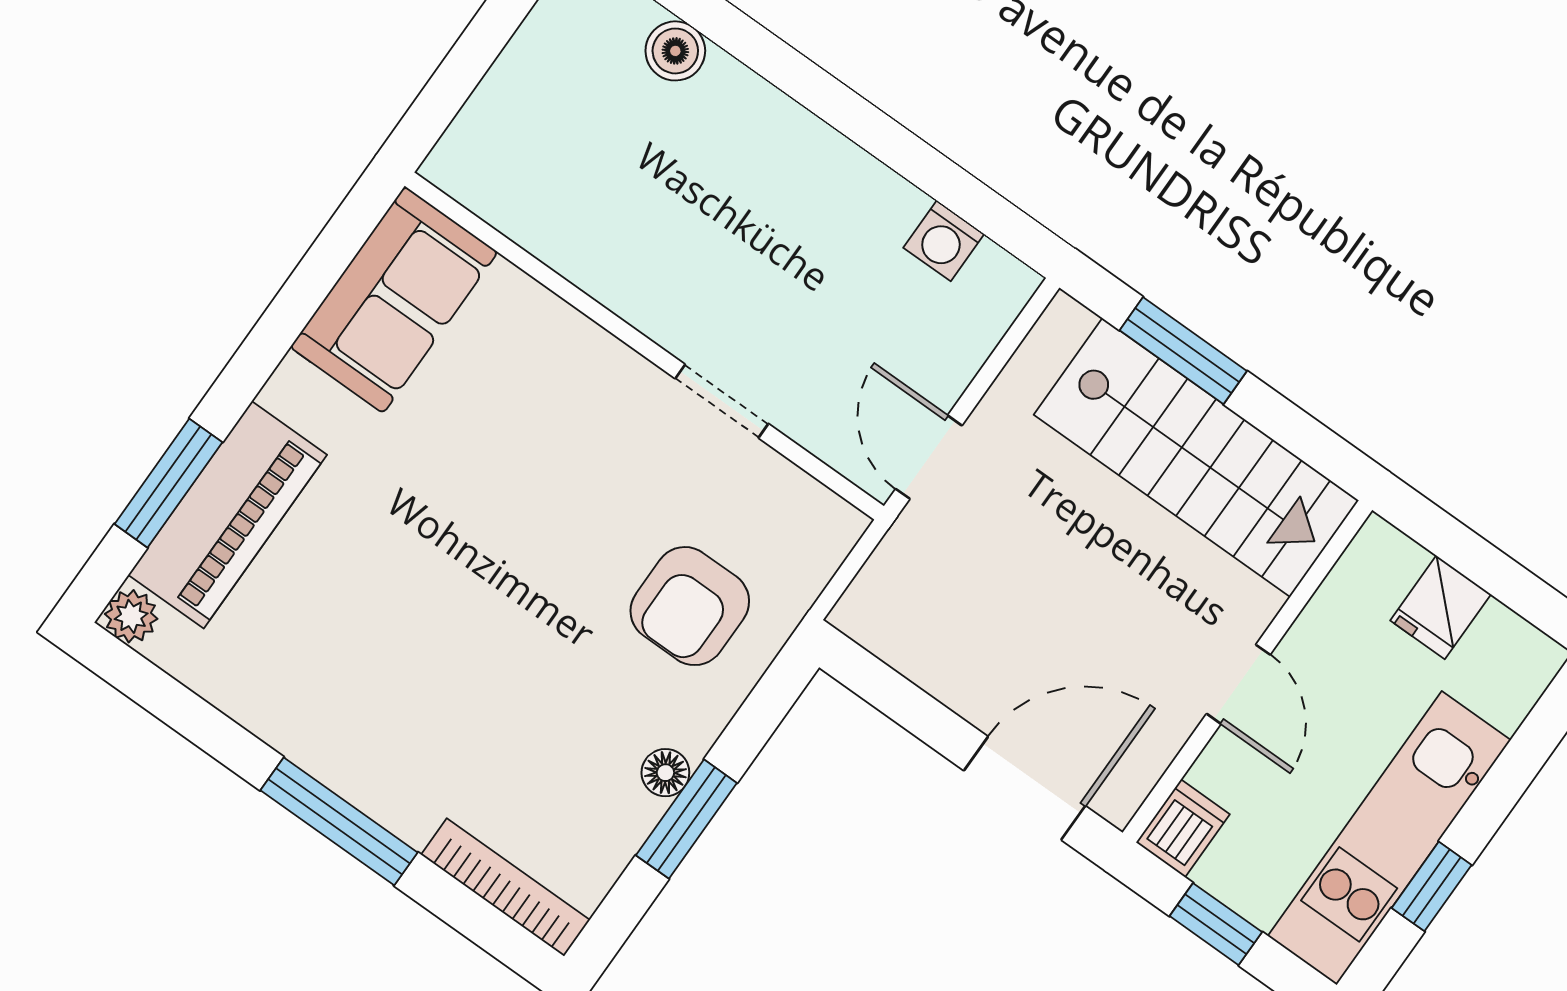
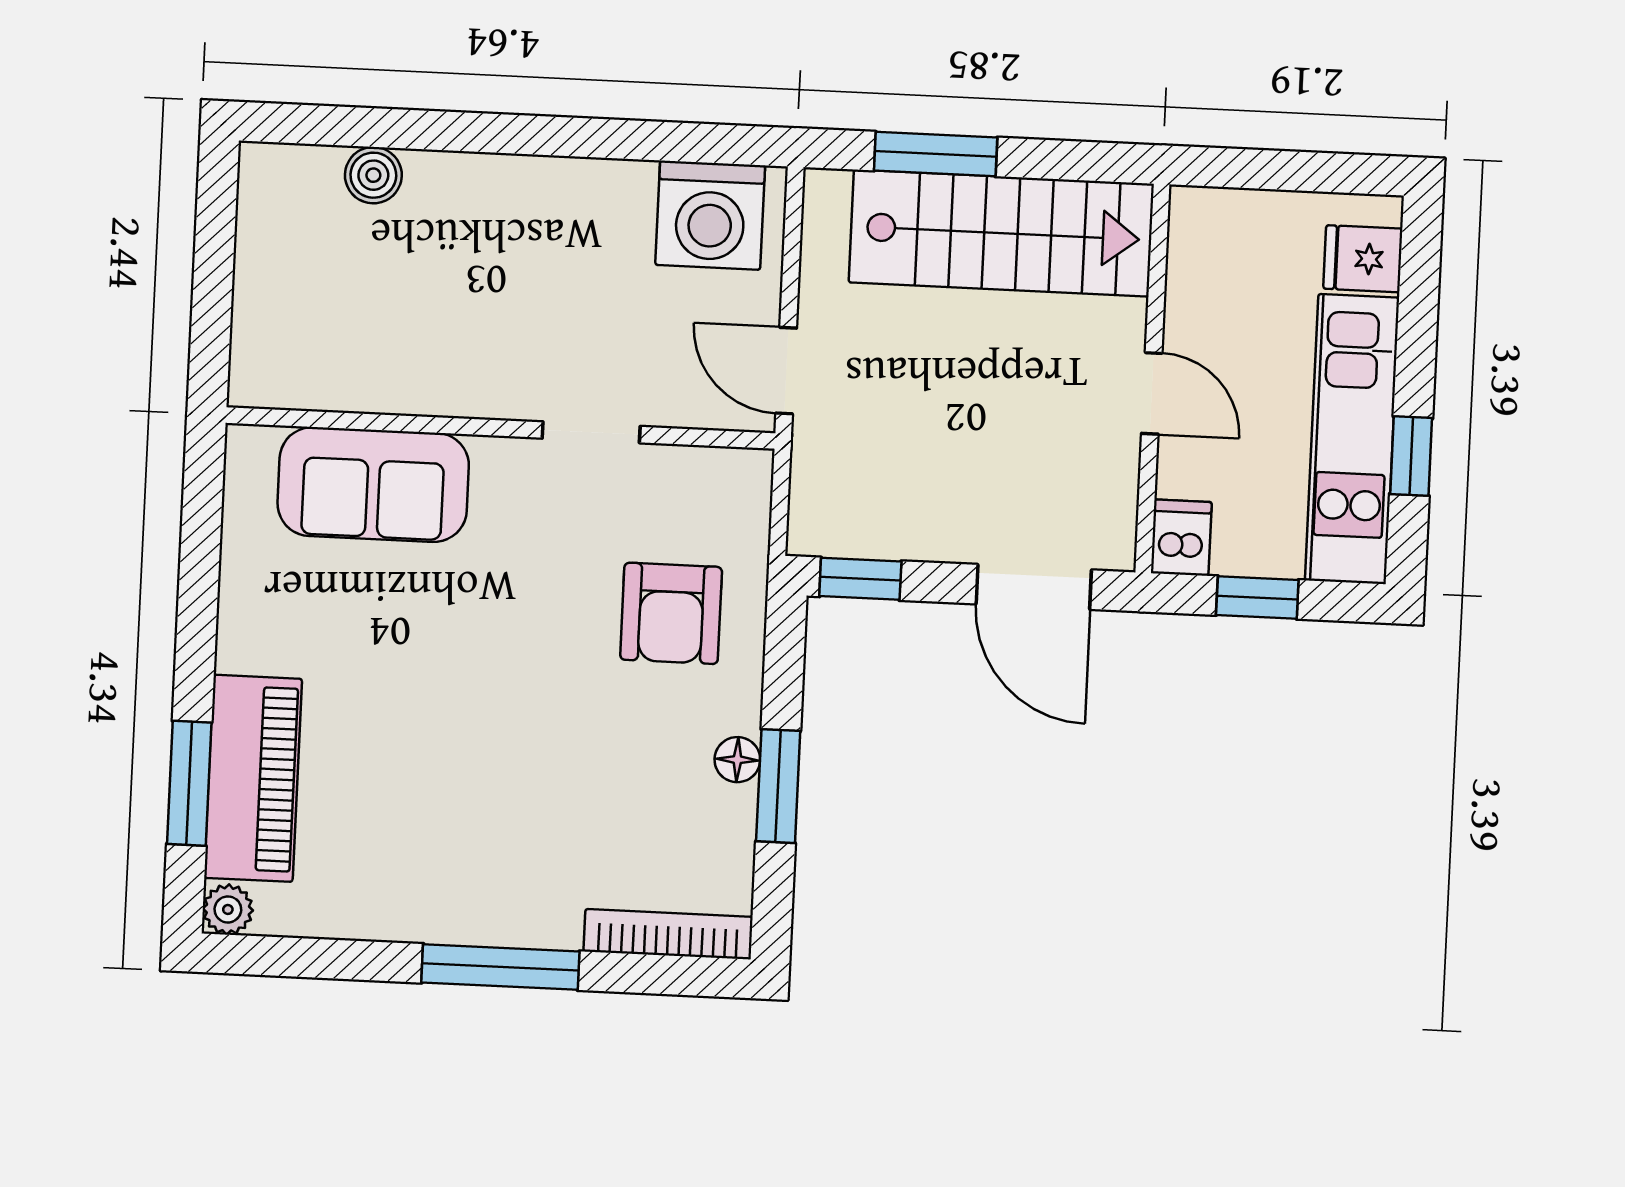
washing machine: (944, 241) -> (710, 215), width x1.89, depth x1.89
sofa: (394, 300) -> (373, 485), moved, turned 90
fridge: (1441, 607) -> (1363, 259), moved, turned 90
window: (876, 683) -> (860, 579), added
door: (1025, 788) -> (1034, 587), swing flipped

